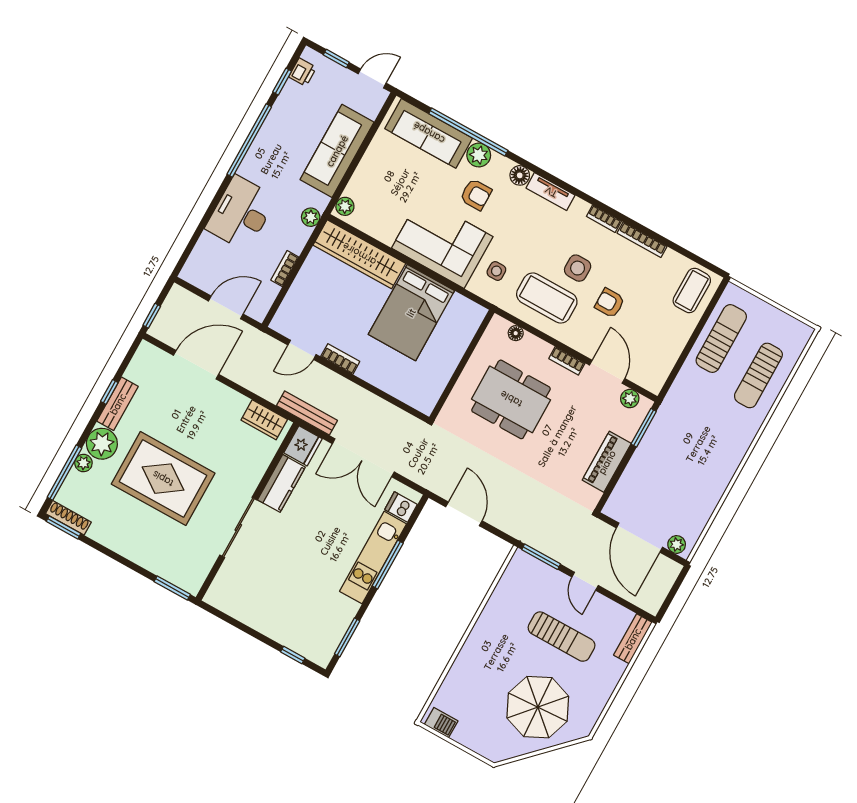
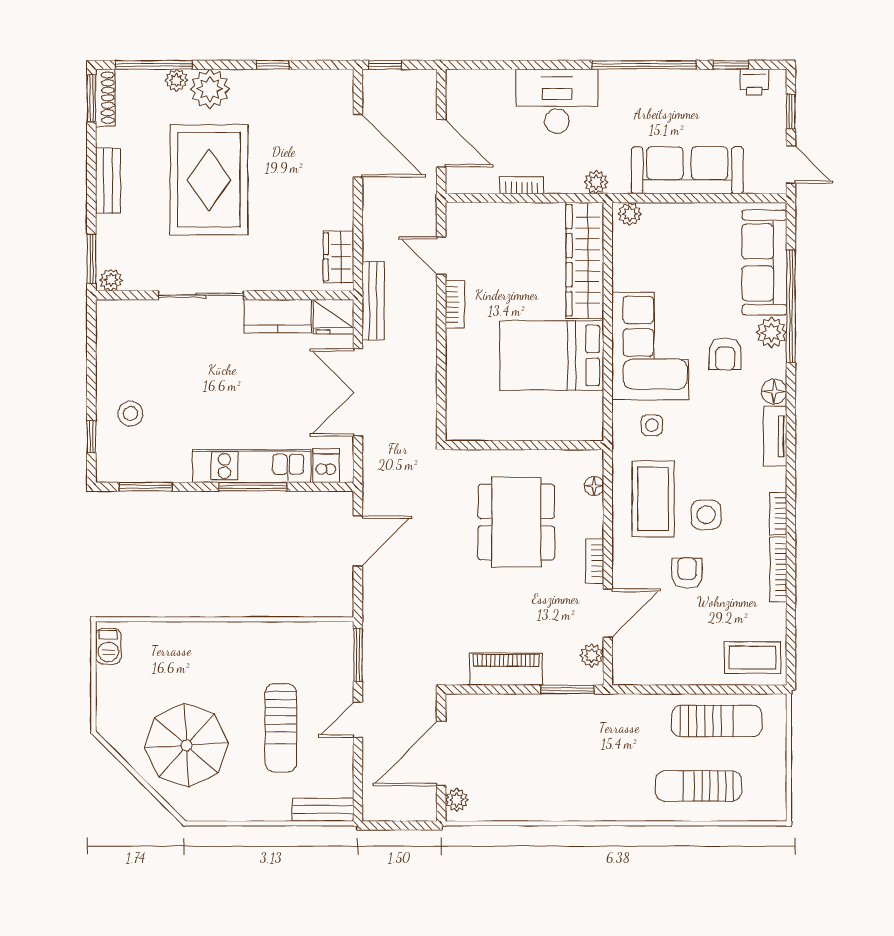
bench: (118, 404) -> (108, 181), moved, turned 90
plant: (194, 583) -> (111, 280), added
stool: (292, 620) -> (130, 414), added

